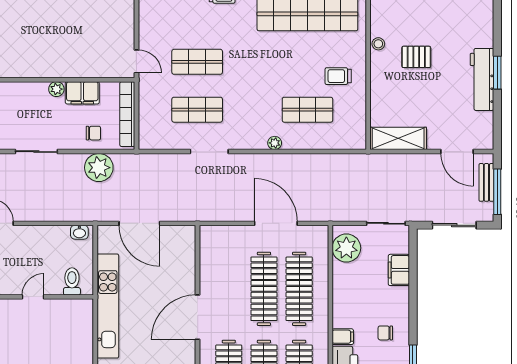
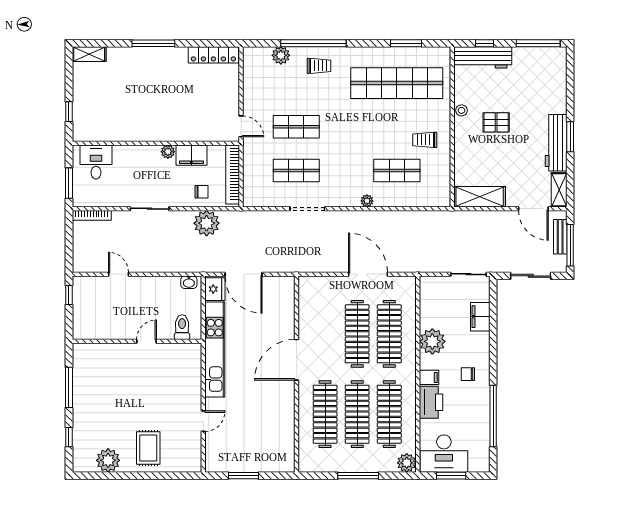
shelving: (485, 131) -> (559, 190), added
fridge: (108, 240) -> (215, 289), added
plant: (346, 248) -> (432, 341), moved

